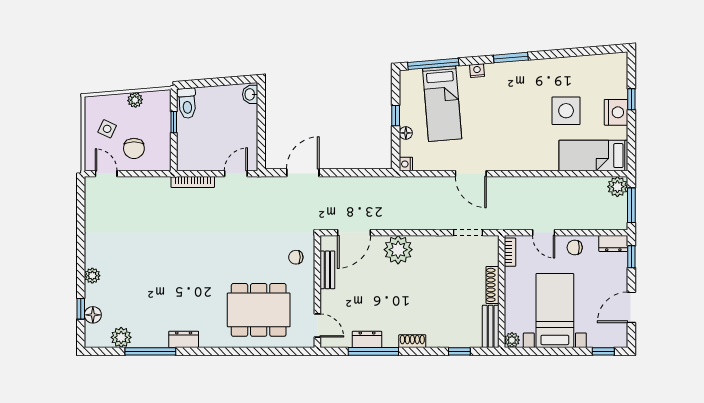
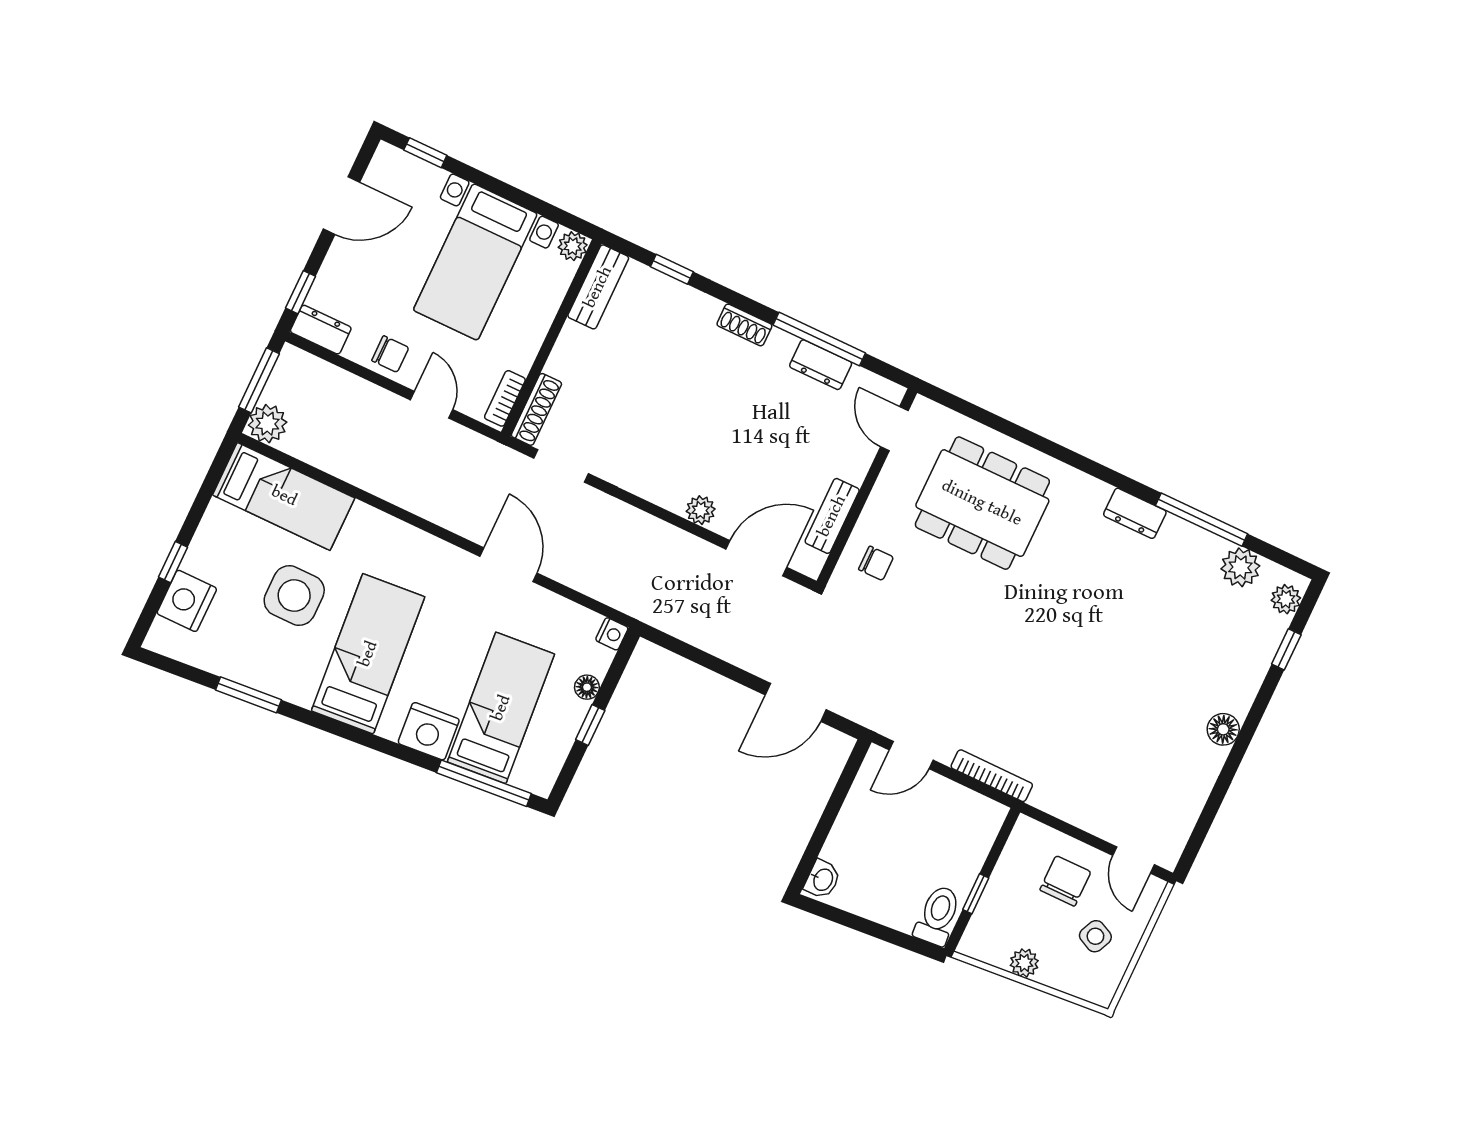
window: (511, 58) -> (248, 695), moved
nightstand: (477, 71) -> (429, 731), width x1.89, depth x1.79
bed: (518, 100) -> (368, 654), added
nightstand: (616, 112) -> (187, 601), moved
plant: (398, 250) -> (701, 510), width x0.53, depth x0.53
plant: (92, 276) -> (1286, 599), moved
shoe rack: (492, 285) -> (536, 409), moved
floor lamp: (93, 315) -> (1223, 729), moved

